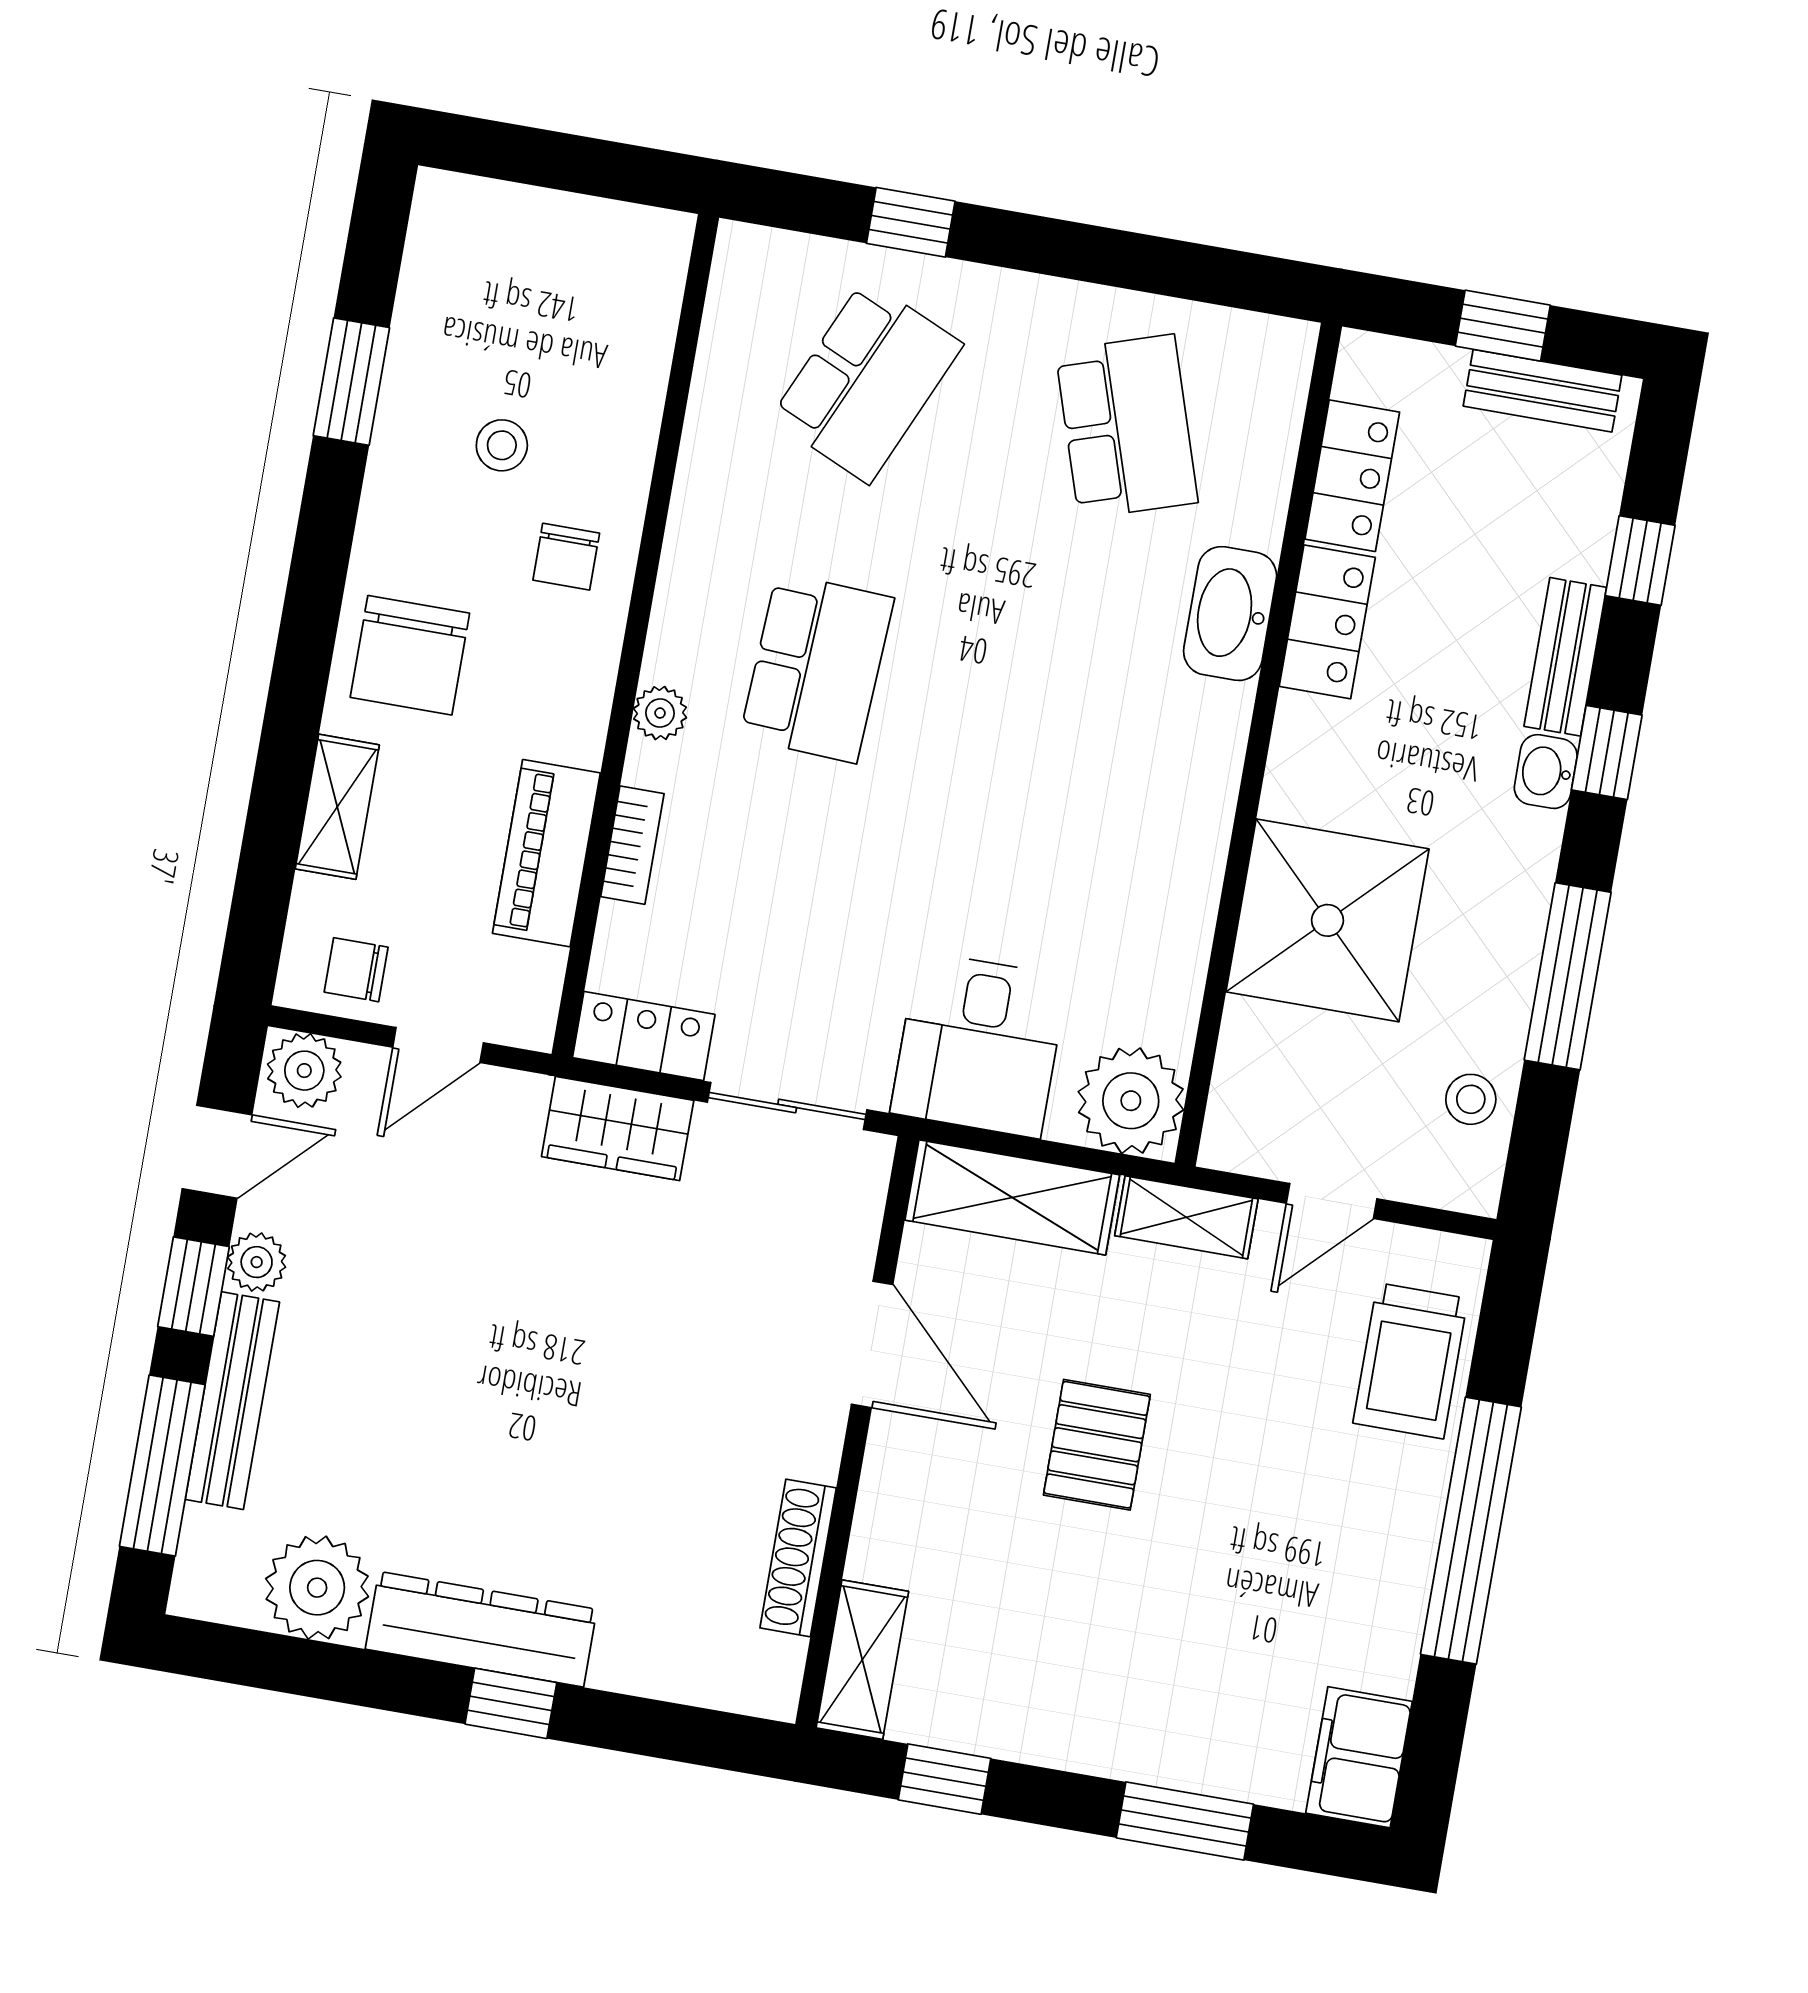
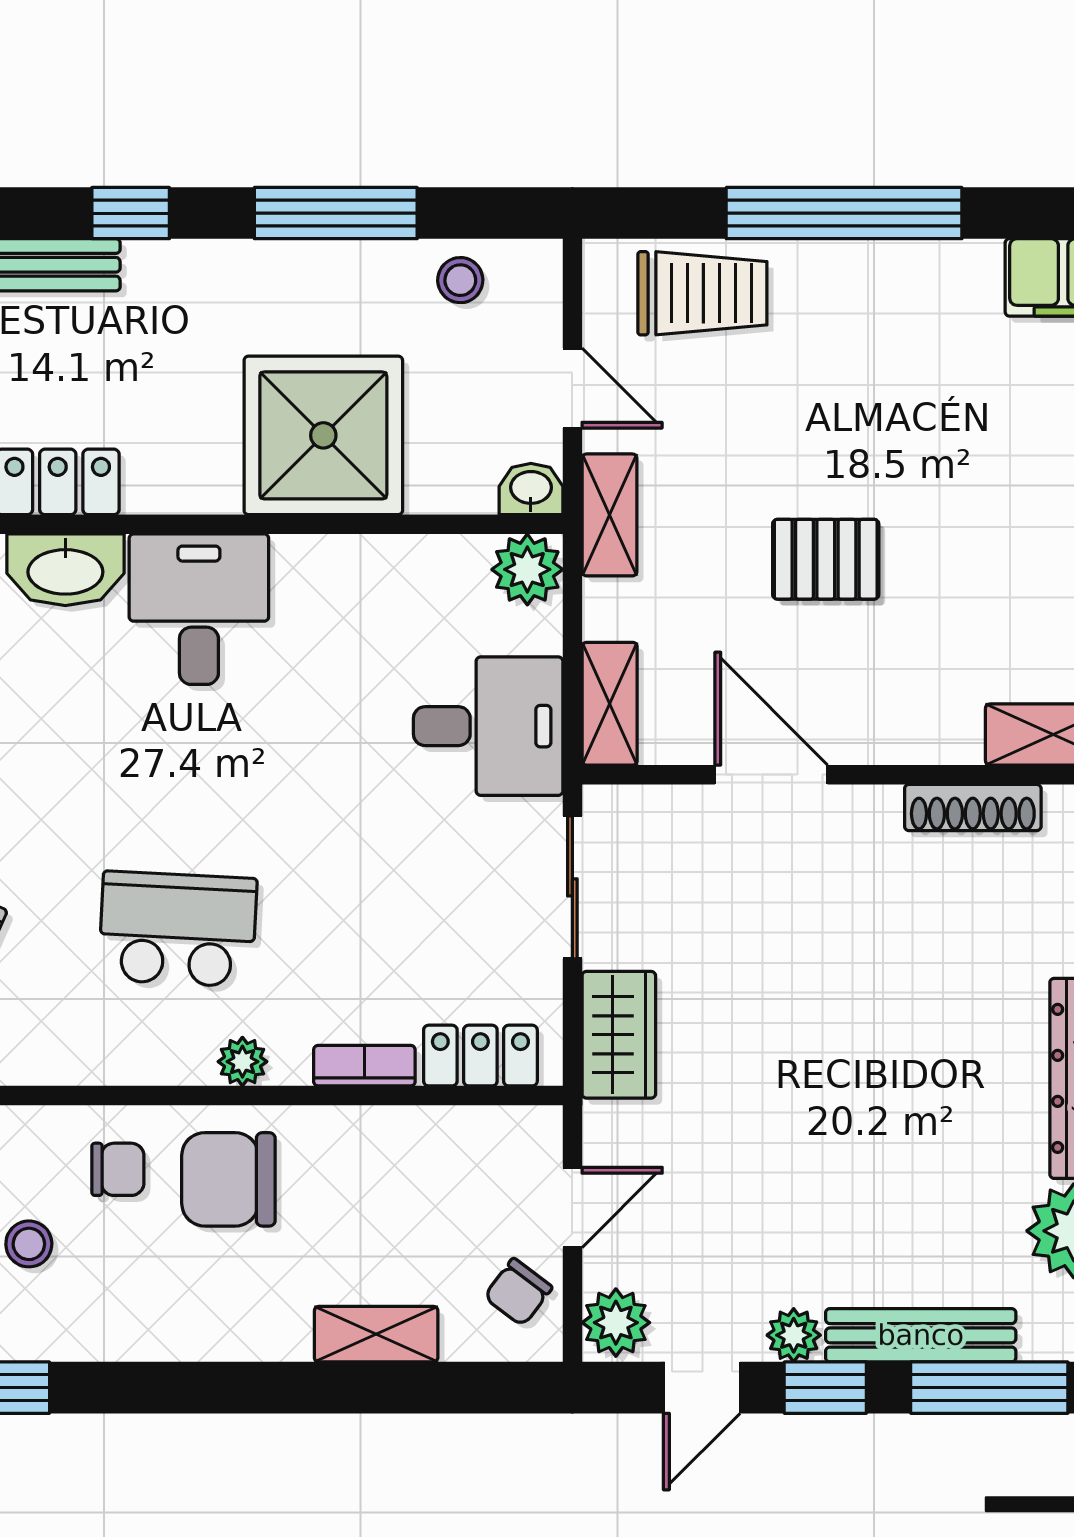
chair: (410, 655) -> (228, 1179), moved, turned 180
desk: (1162, 752) -> (199, 609), added
washbasin: (1546, 772) -> (531, 489), moved, turned 180
piano: (546, 853) -> (385, 1141), removed
chair: (356, 970) -> (518, 1292), turned 37
locker: (644, 1036) -> (480, 1056), moved, turned 90
door: (438, 1045) -> (572, 1207), hinge flipped
plant: (1131, 1101) -> (527, 569), width x0.73, depth x0.73
door: (217, 1152) -> (702, 1388), swing flipped
shelving: (1012, 1197) -> (610, 704), width x0.67, depth x0.75
door: (872, 1344) -> (771, 775), hinge flipped

